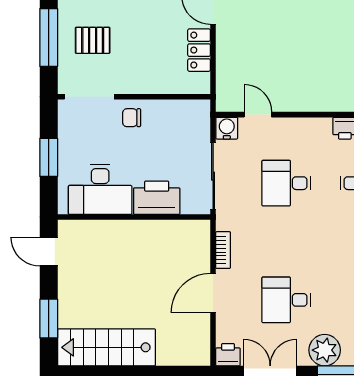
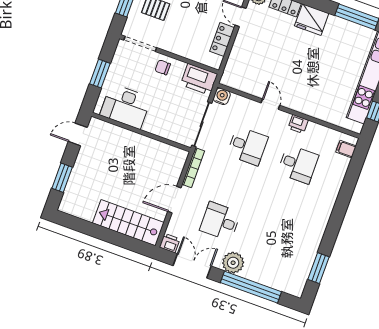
door: (258, 115) -> (270, 104), moved
desk: (286, 183) -> (247, 146), turned 180
printer: (157, 198) -> (199, 79), moved, turned 180
bookcase: (223, 250) -> (193, 168), width x1.56
door: (49, 252) -> (78, 134), hinge flipped
stairs: (107, 347) -> (128, 223), moved

